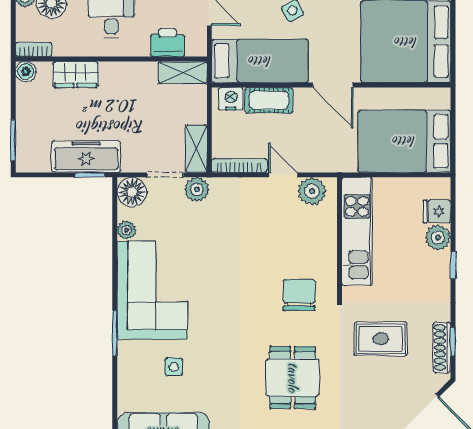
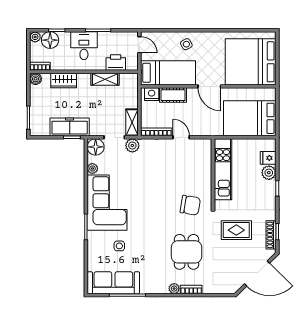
shelving: (183, 72) -> (105, 79), moved
plant: (312, 191) -> (197, 146), removed
chair: (299, 295) -> (190, 205), turned 99

